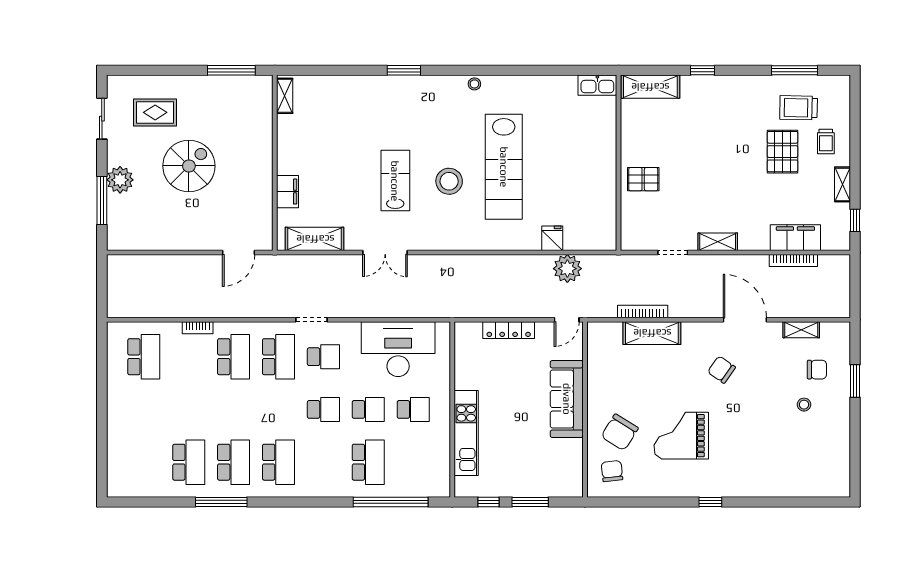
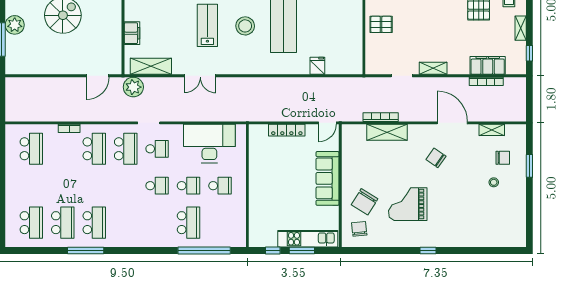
plant: (567, 269) -> (133, 87), moved
kitchen unit: (466, 433) -> (308, 239), moved, turned -90
school desk: (278, 462) -> (31, 223), moved

